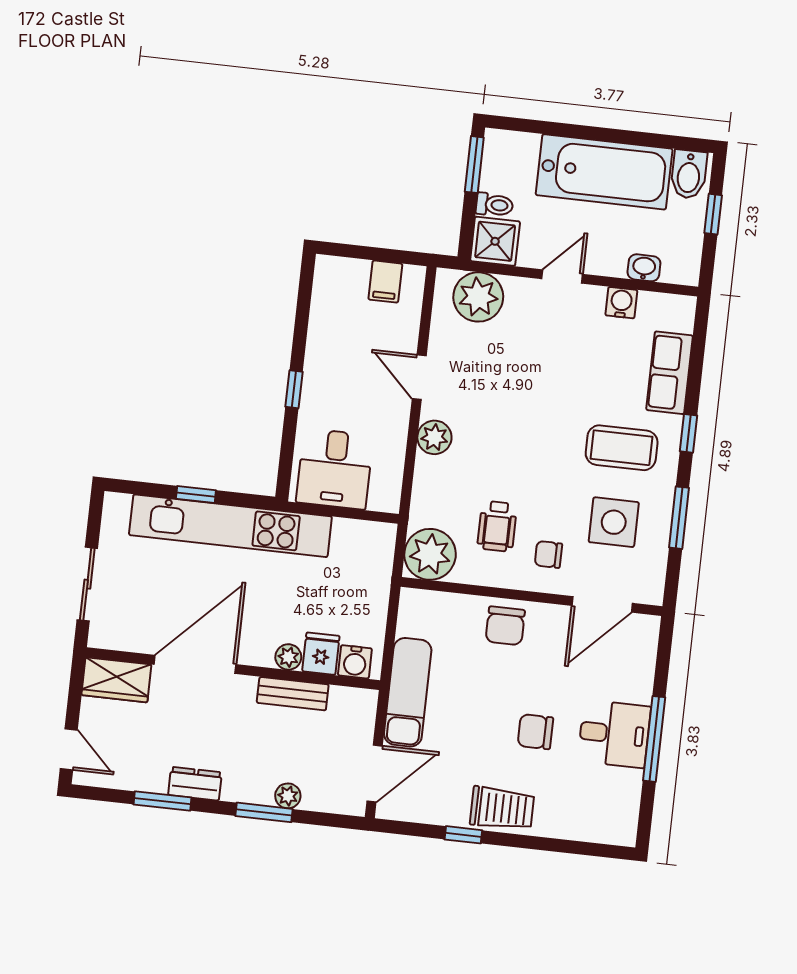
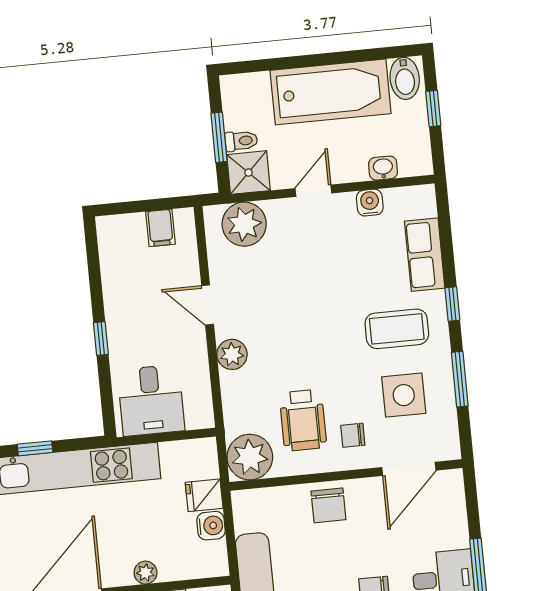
window: (474, 165) -> (219, 137), moved
wheelchair: (497, 526) -> (303, 420), width x1.36, depth x1.37
fridge: (321, 654) -> (204, 495), moved, turned -90
water cooler: (355, 662) -> (211, 526), moved, turned -90

